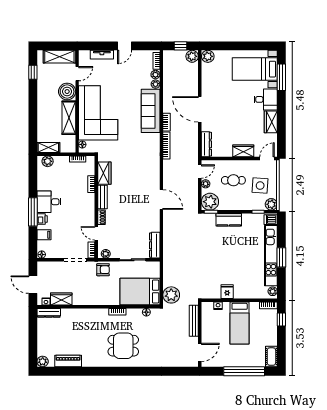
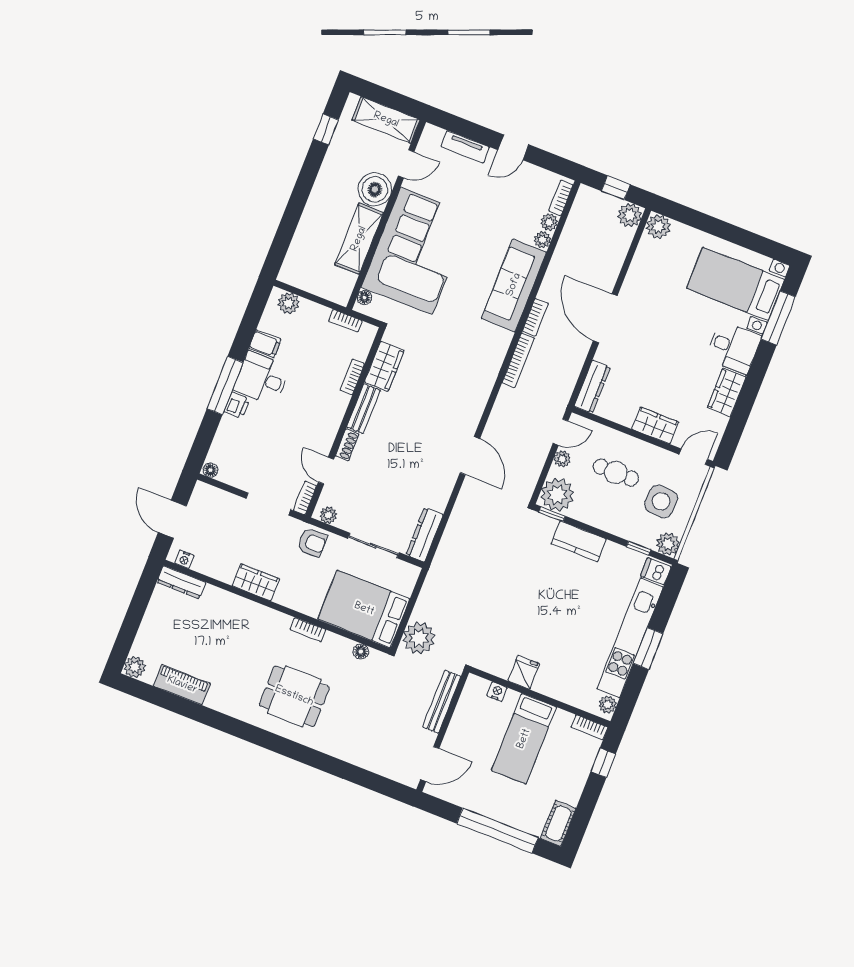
shelving: (48, 148) -> (300, 279), removed
filing cabinet: (44, 235) -> (265, 344), moved
wardrobe: (61, 299) -> (256, 582), moved

